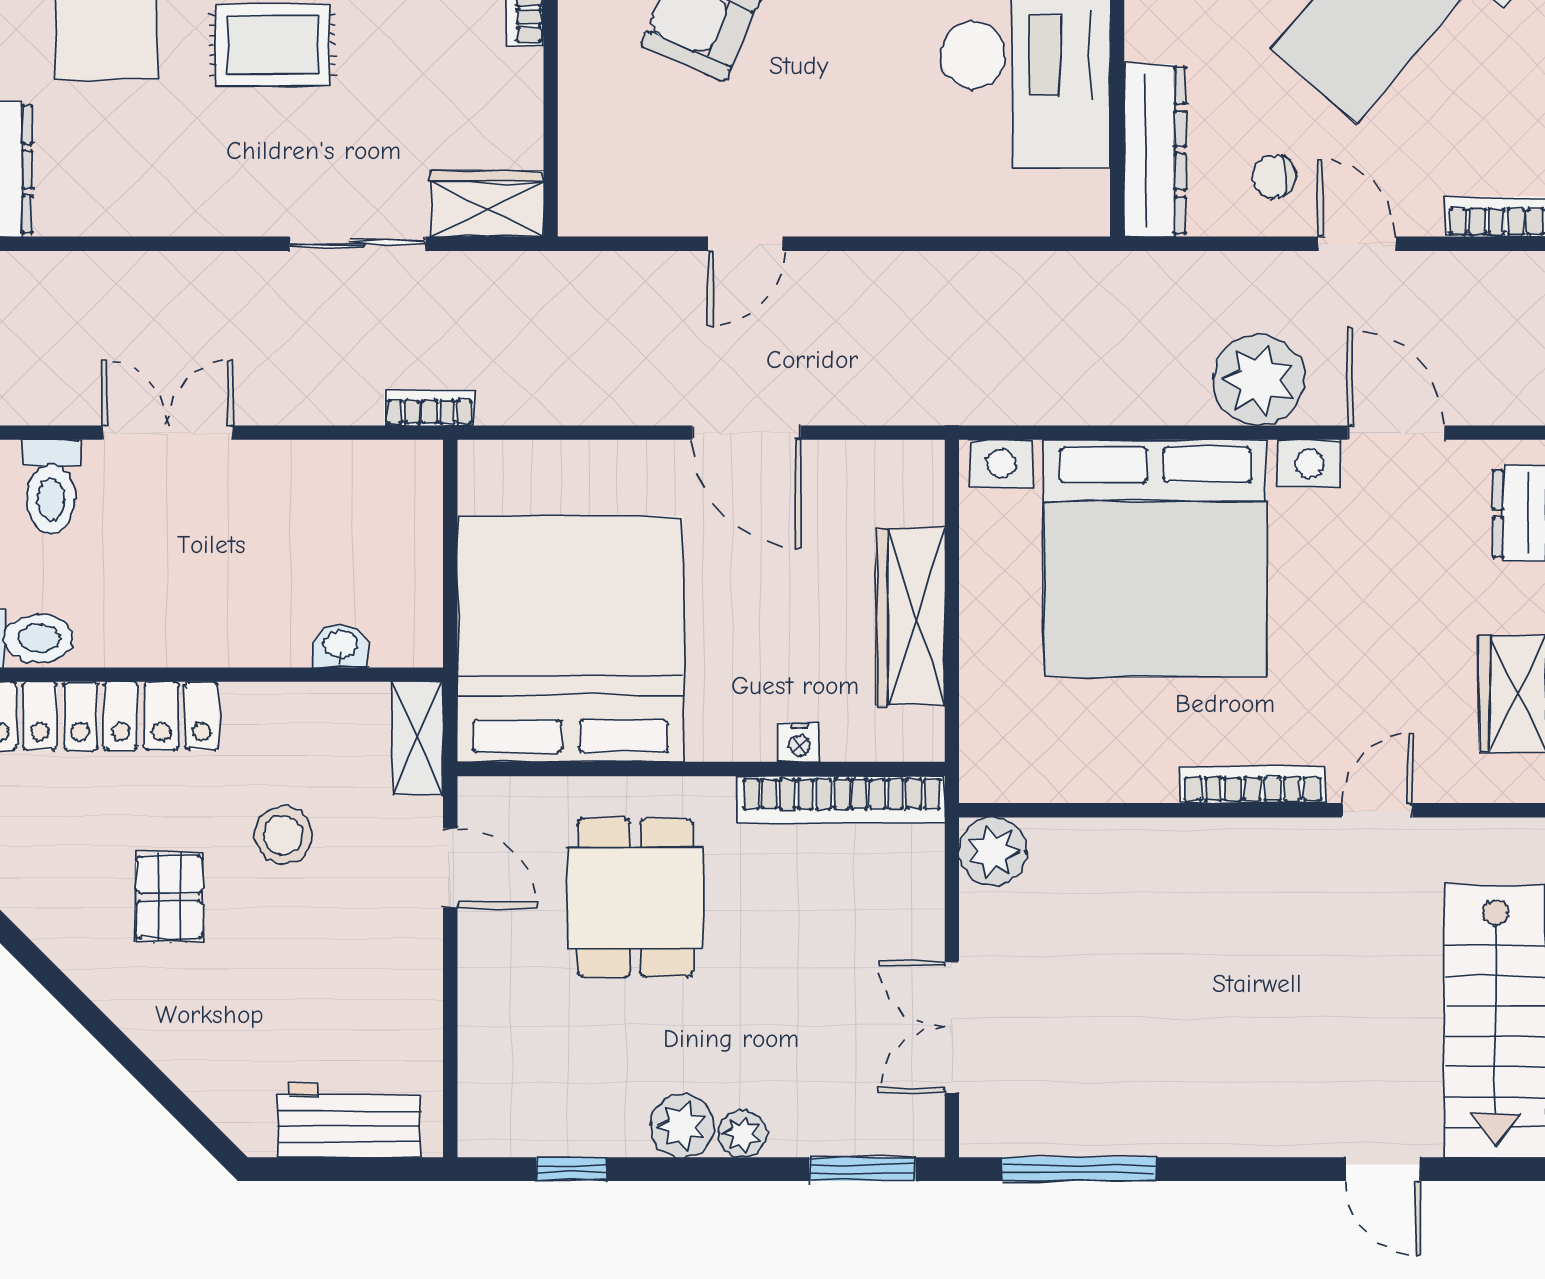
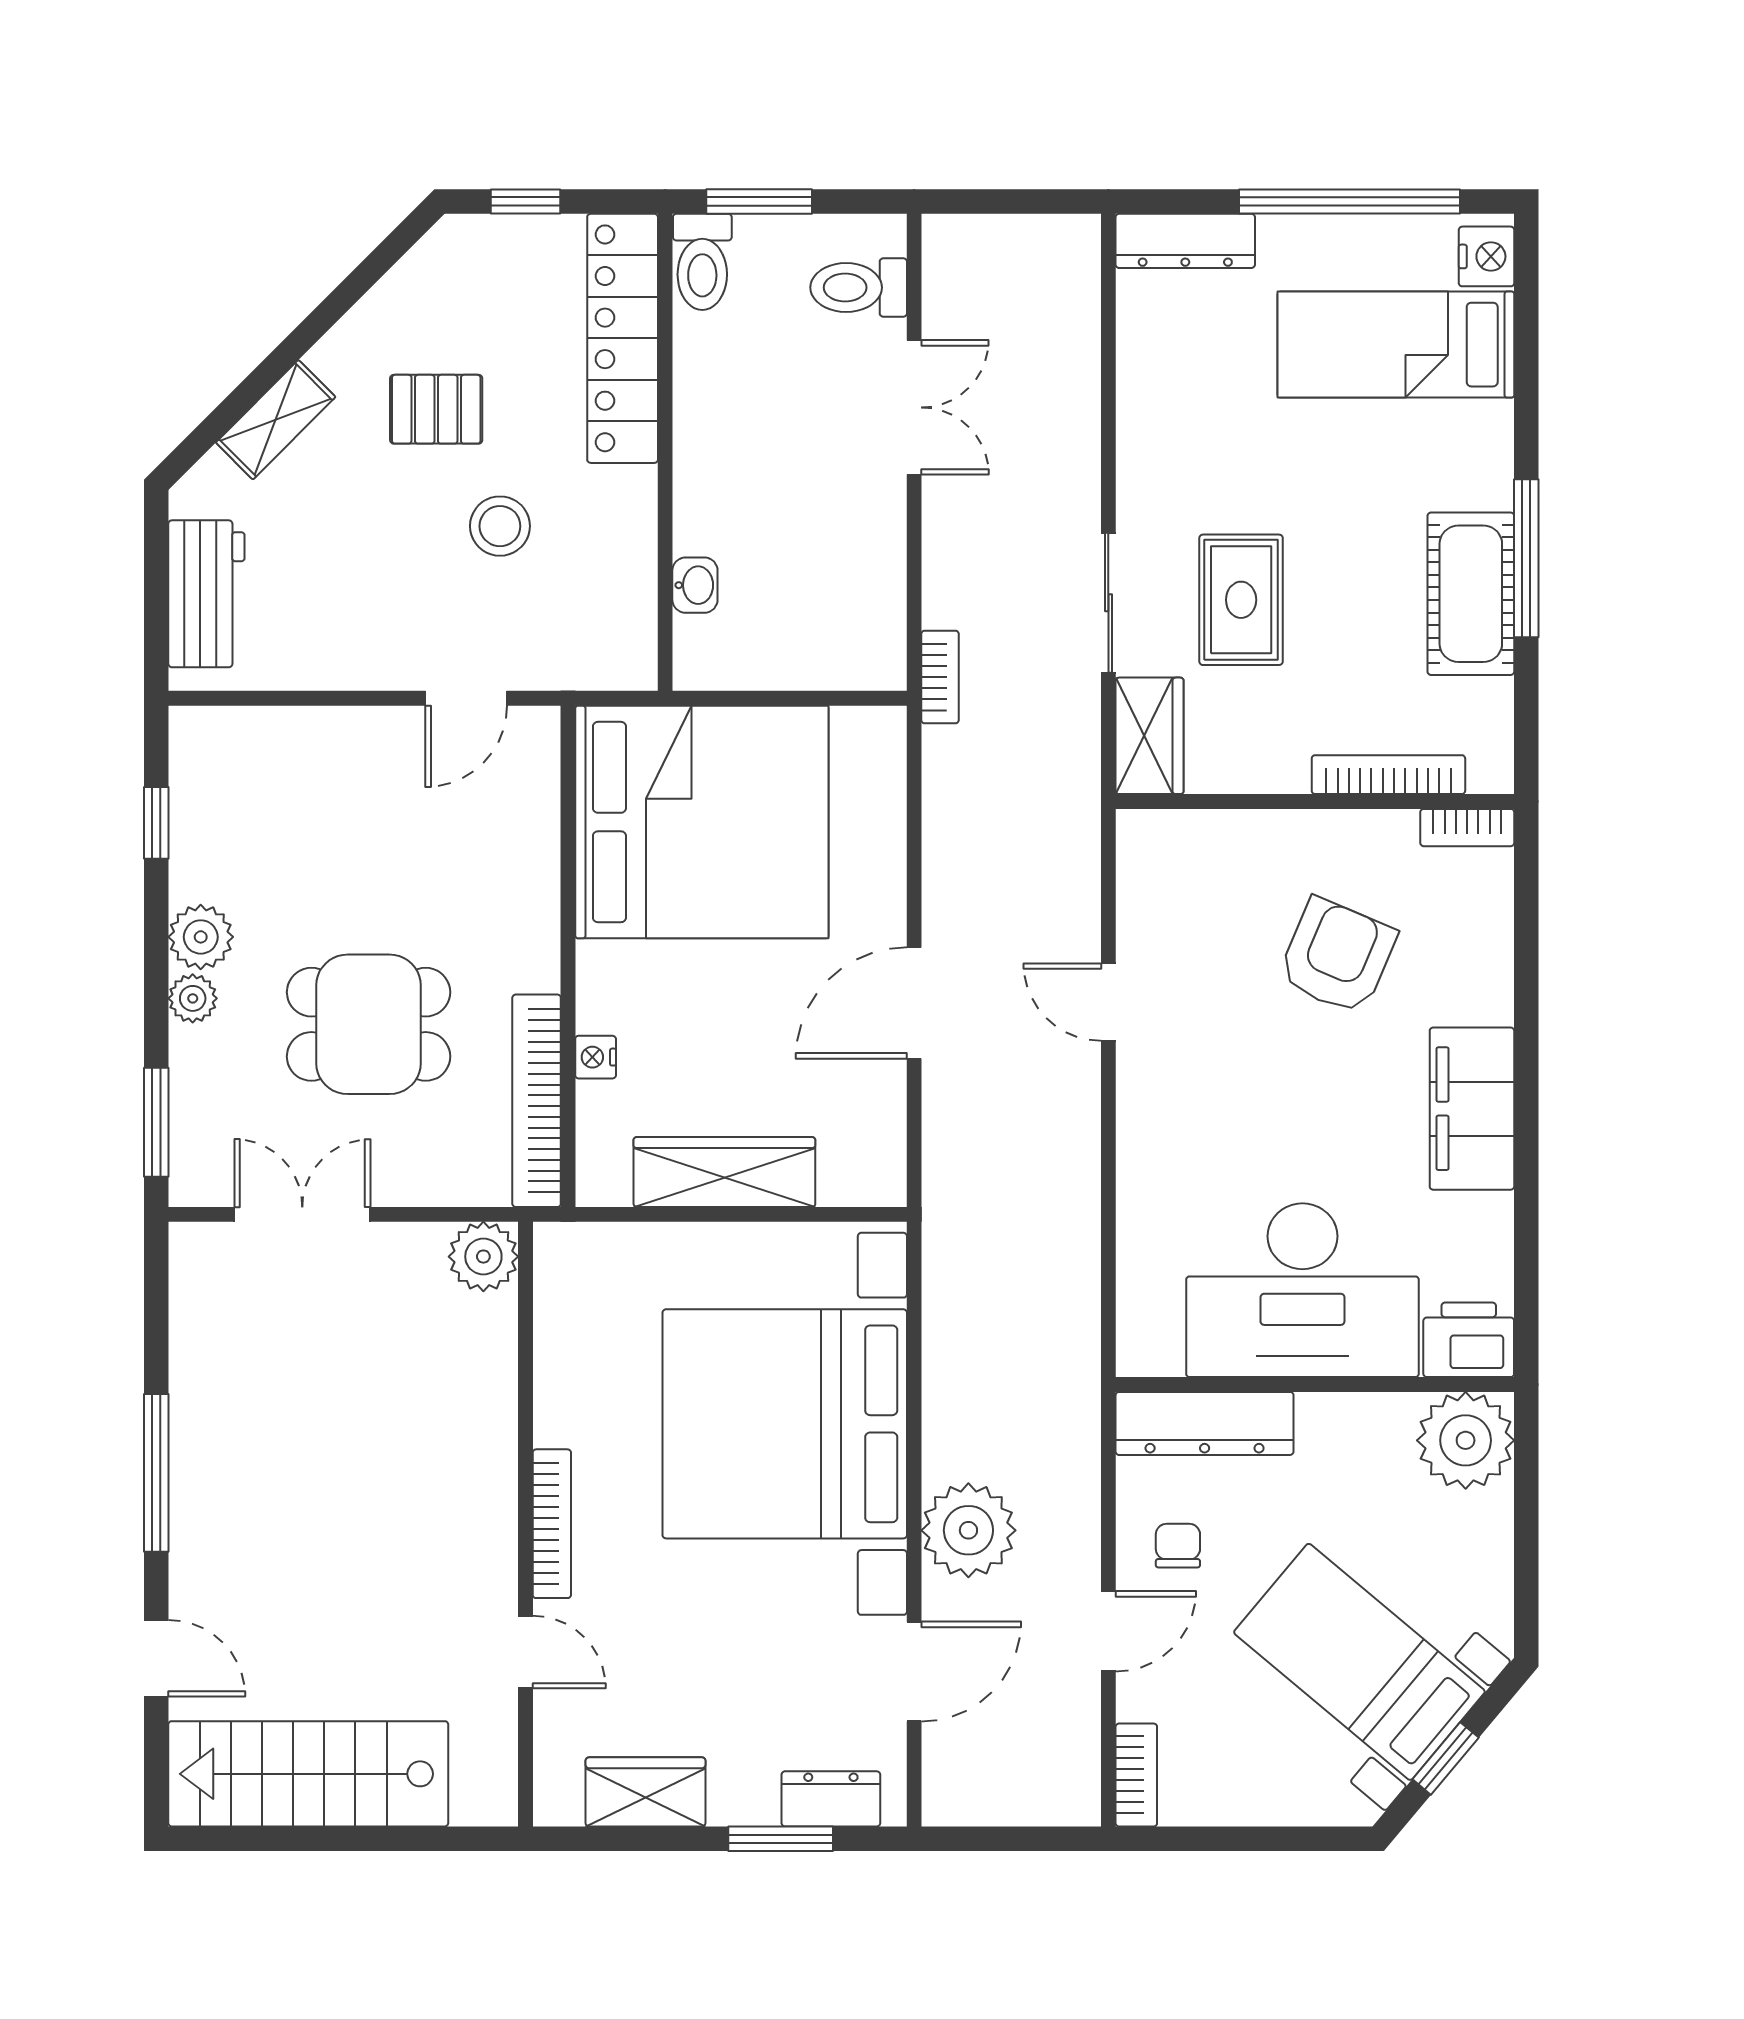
rug: (273, 45) -> (1241, 600), moved
shelving: (418, 739) -> (276, 420), moved, turned -45
dining table: (635, 898) -> (369, 1024), moved
window: (1079, 1169) -> (156, 1473), moved
door: (1383, 1169) -> (156, 1658), swing flipped

